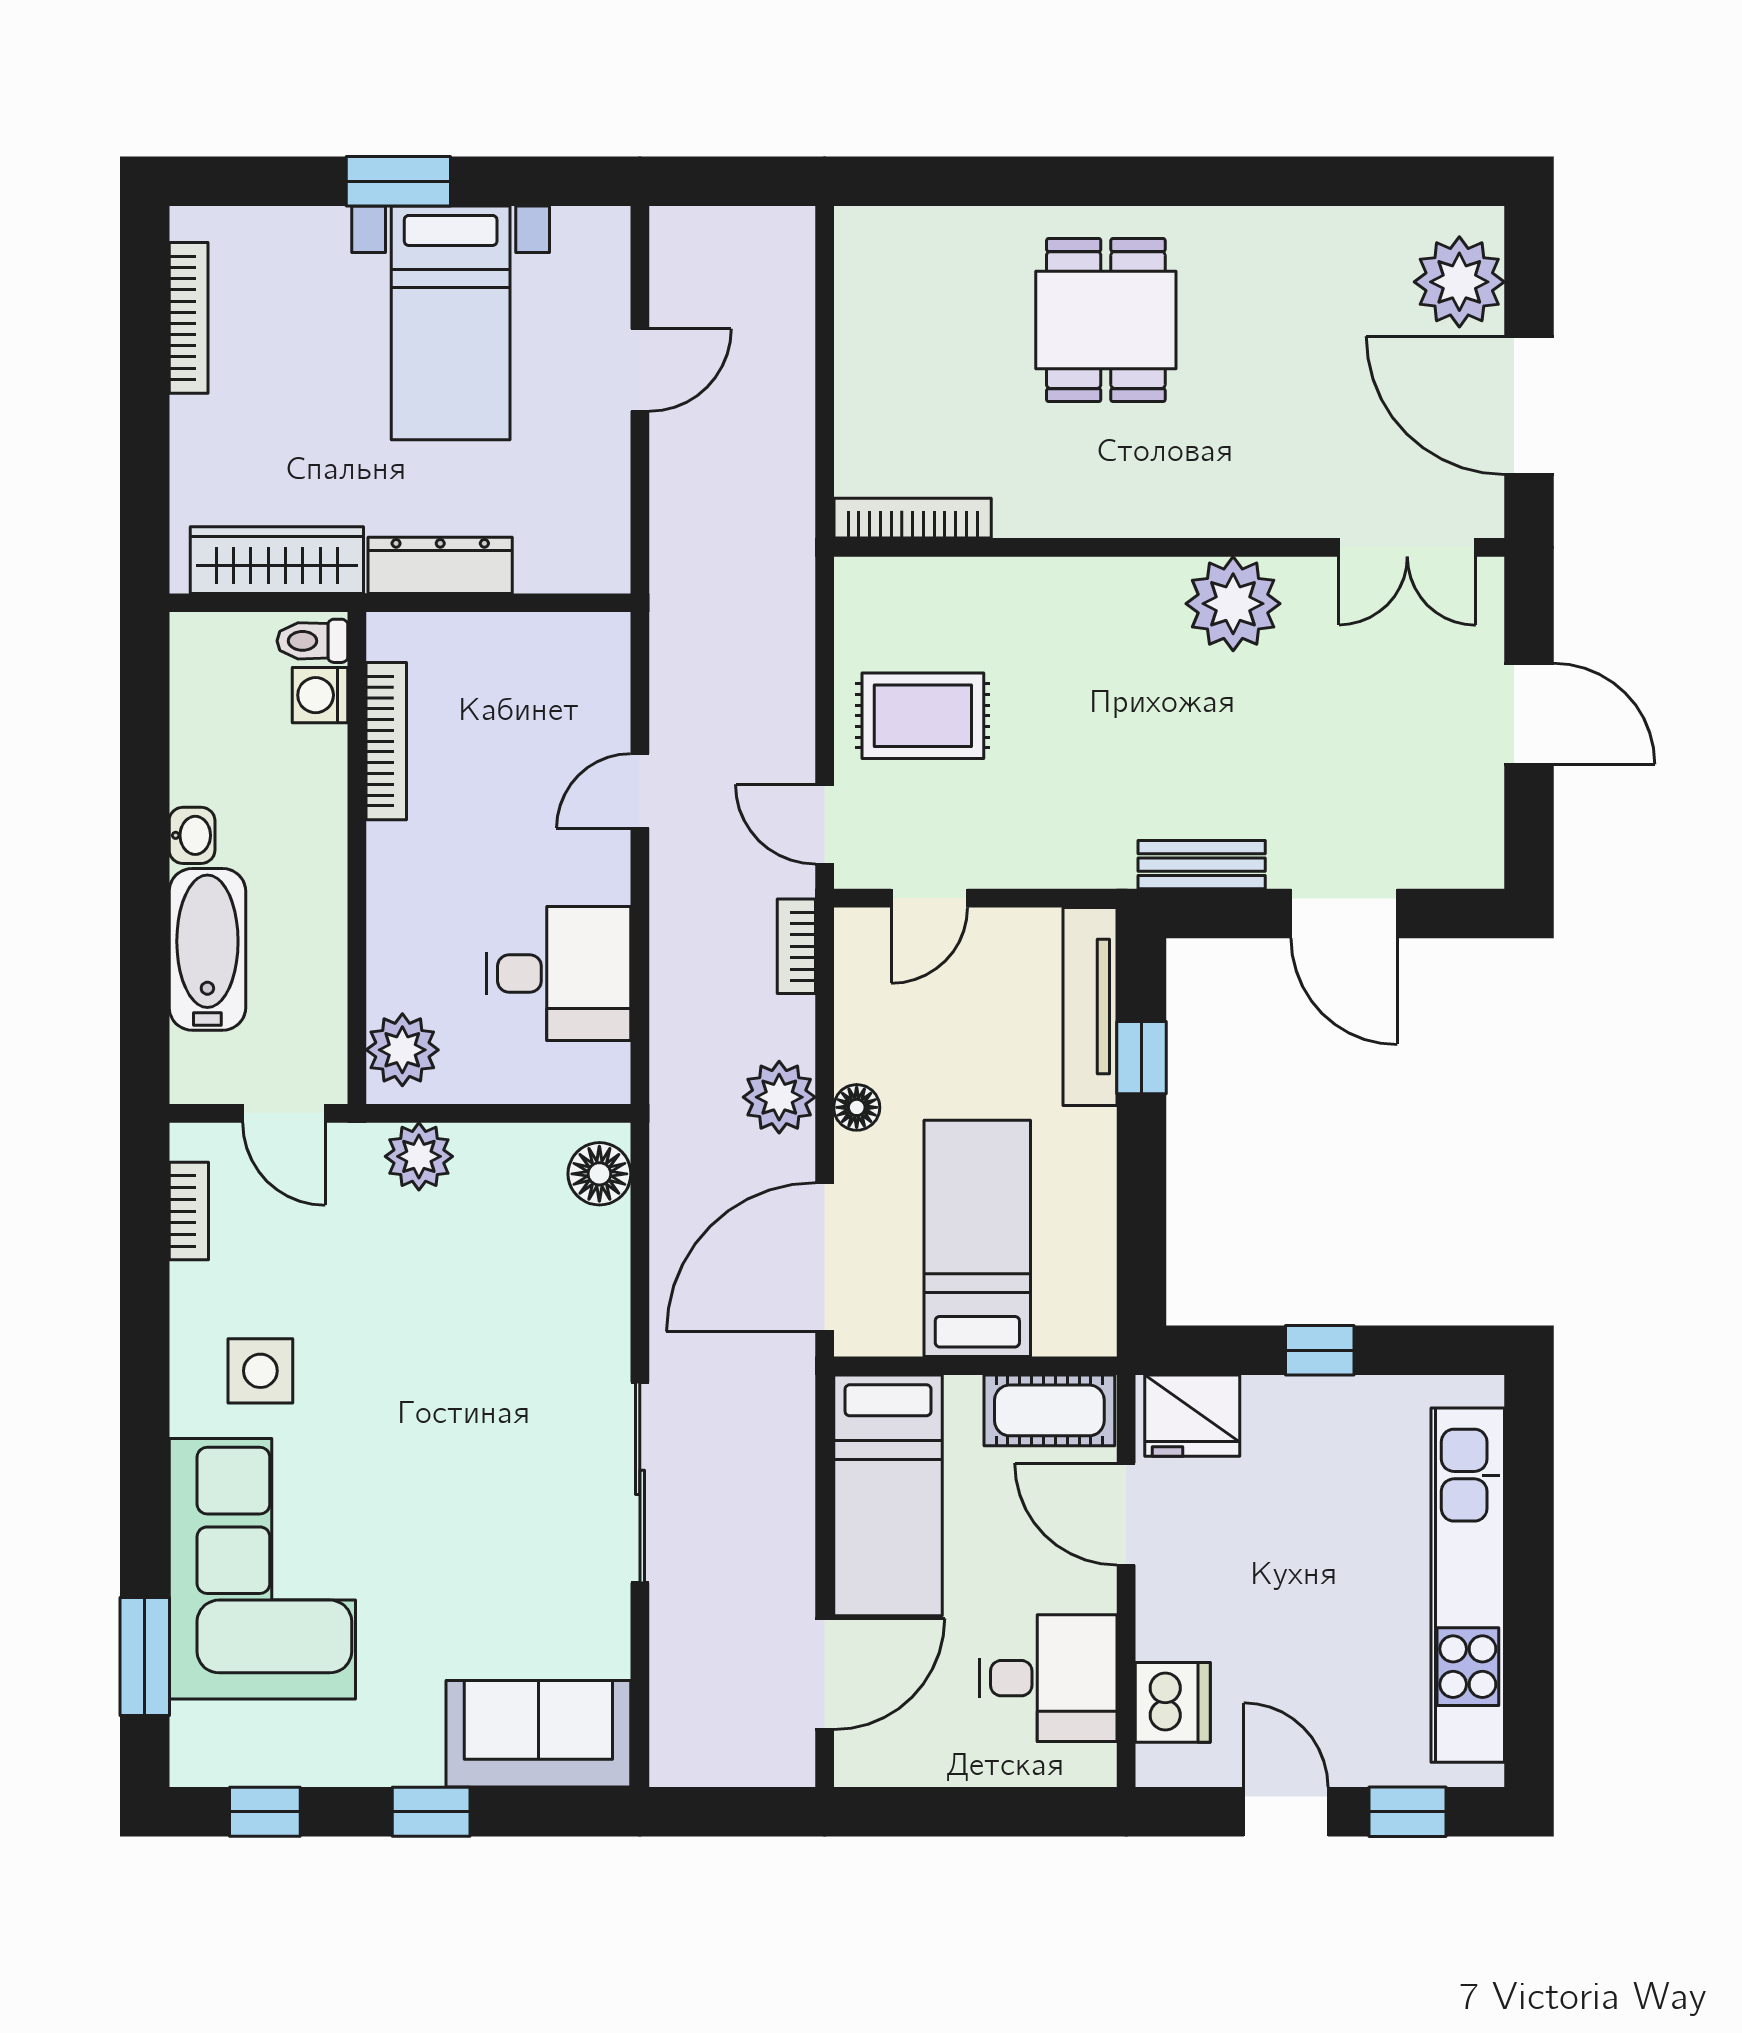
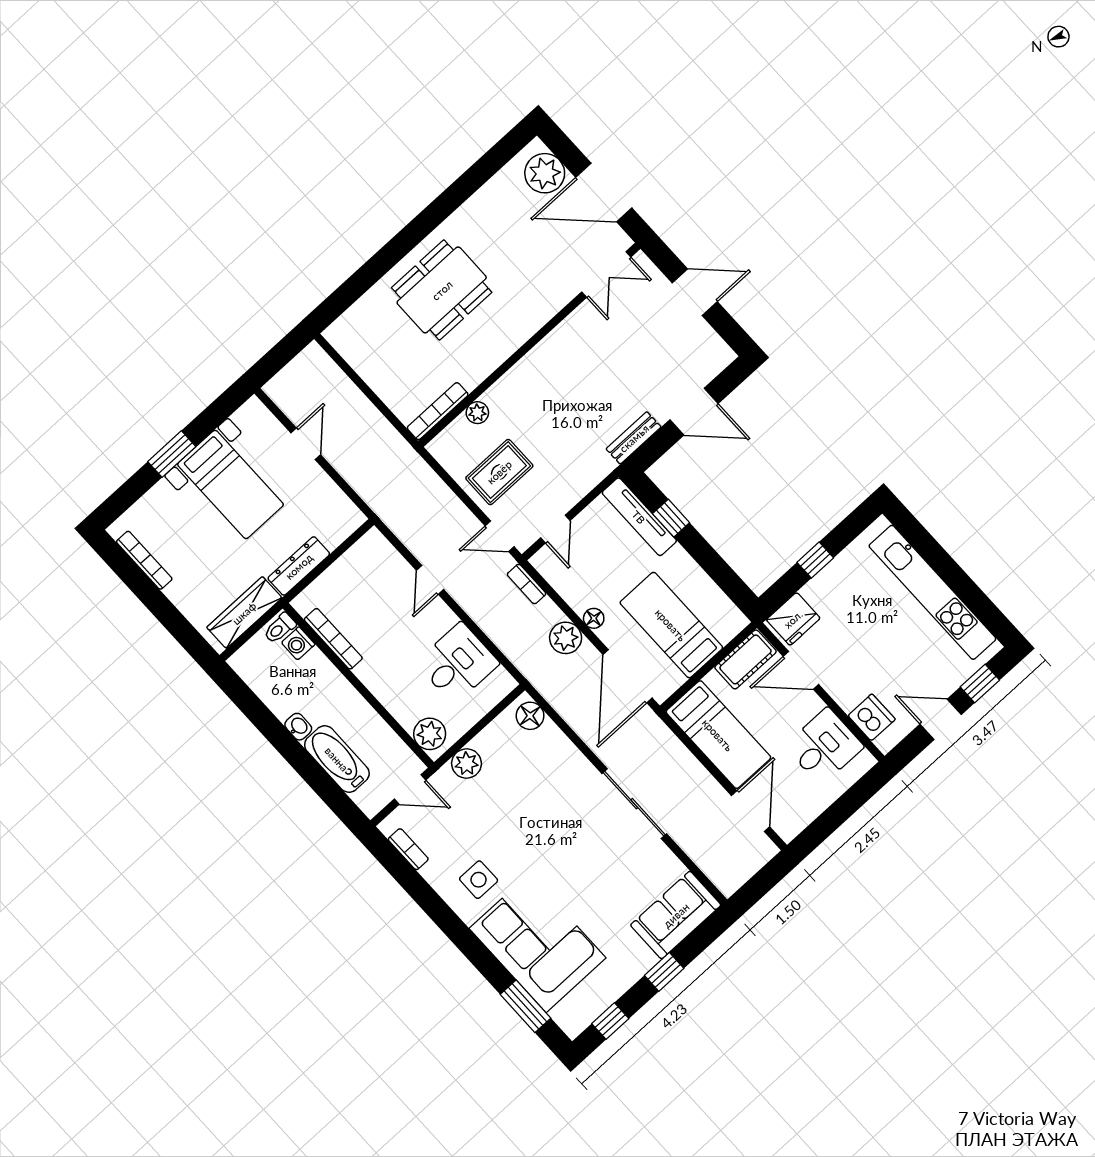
dining table: (1106, 320) -> (442, 290), width x1.38
plant: (1233, 604) -> (477, 413), moved, width x0.53, depth x0.53

